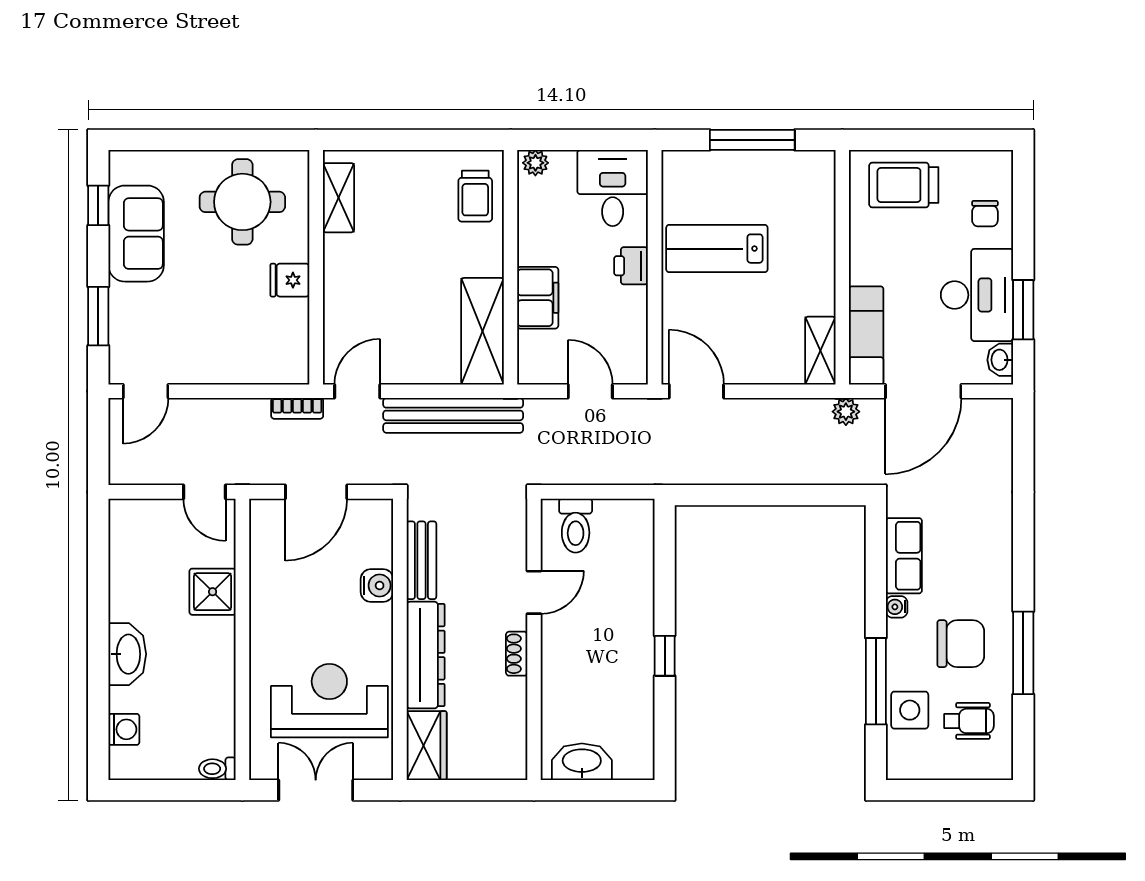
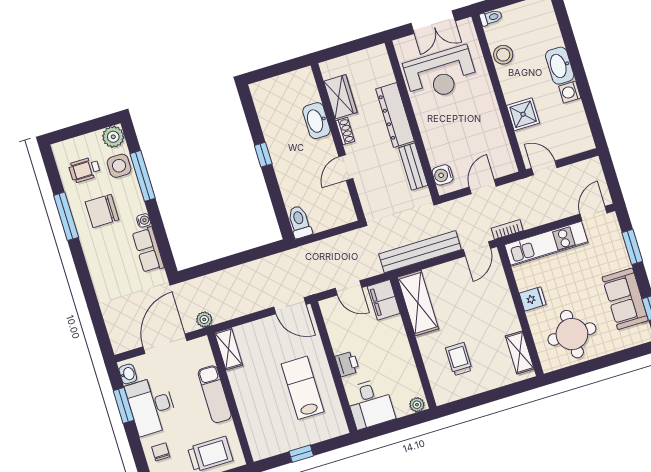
window: (752, 140) -> (301, 454), width x0.46
trolley: (475, 196) -> (459, 359), moved
lab bench: (717, 249) -> (303, 388), turned -90
filing cabinet: (538, 298) -> (384, 300), moved
exam couch: (866, 335) -> (215, 394), moved
kitchen unit: (239, 365) -> (546, 244), added
door: (316, 492) -> (483, 187), width x0.73
toilet: (576, 526) -> (300, 222), moved
water cooler: (377, 585) -> (443, 175), moved
stool: (216, 701) -> (503, 55), added
washing machine: (124, 729) -> (570, 92), moved
wardrobe: (427, 746) -> (340, 97), moved, turned 180
plant: (905, 761) -> (113, 137), added
washbasin: (582, 762) -> (316, 121), moved, turned 90

